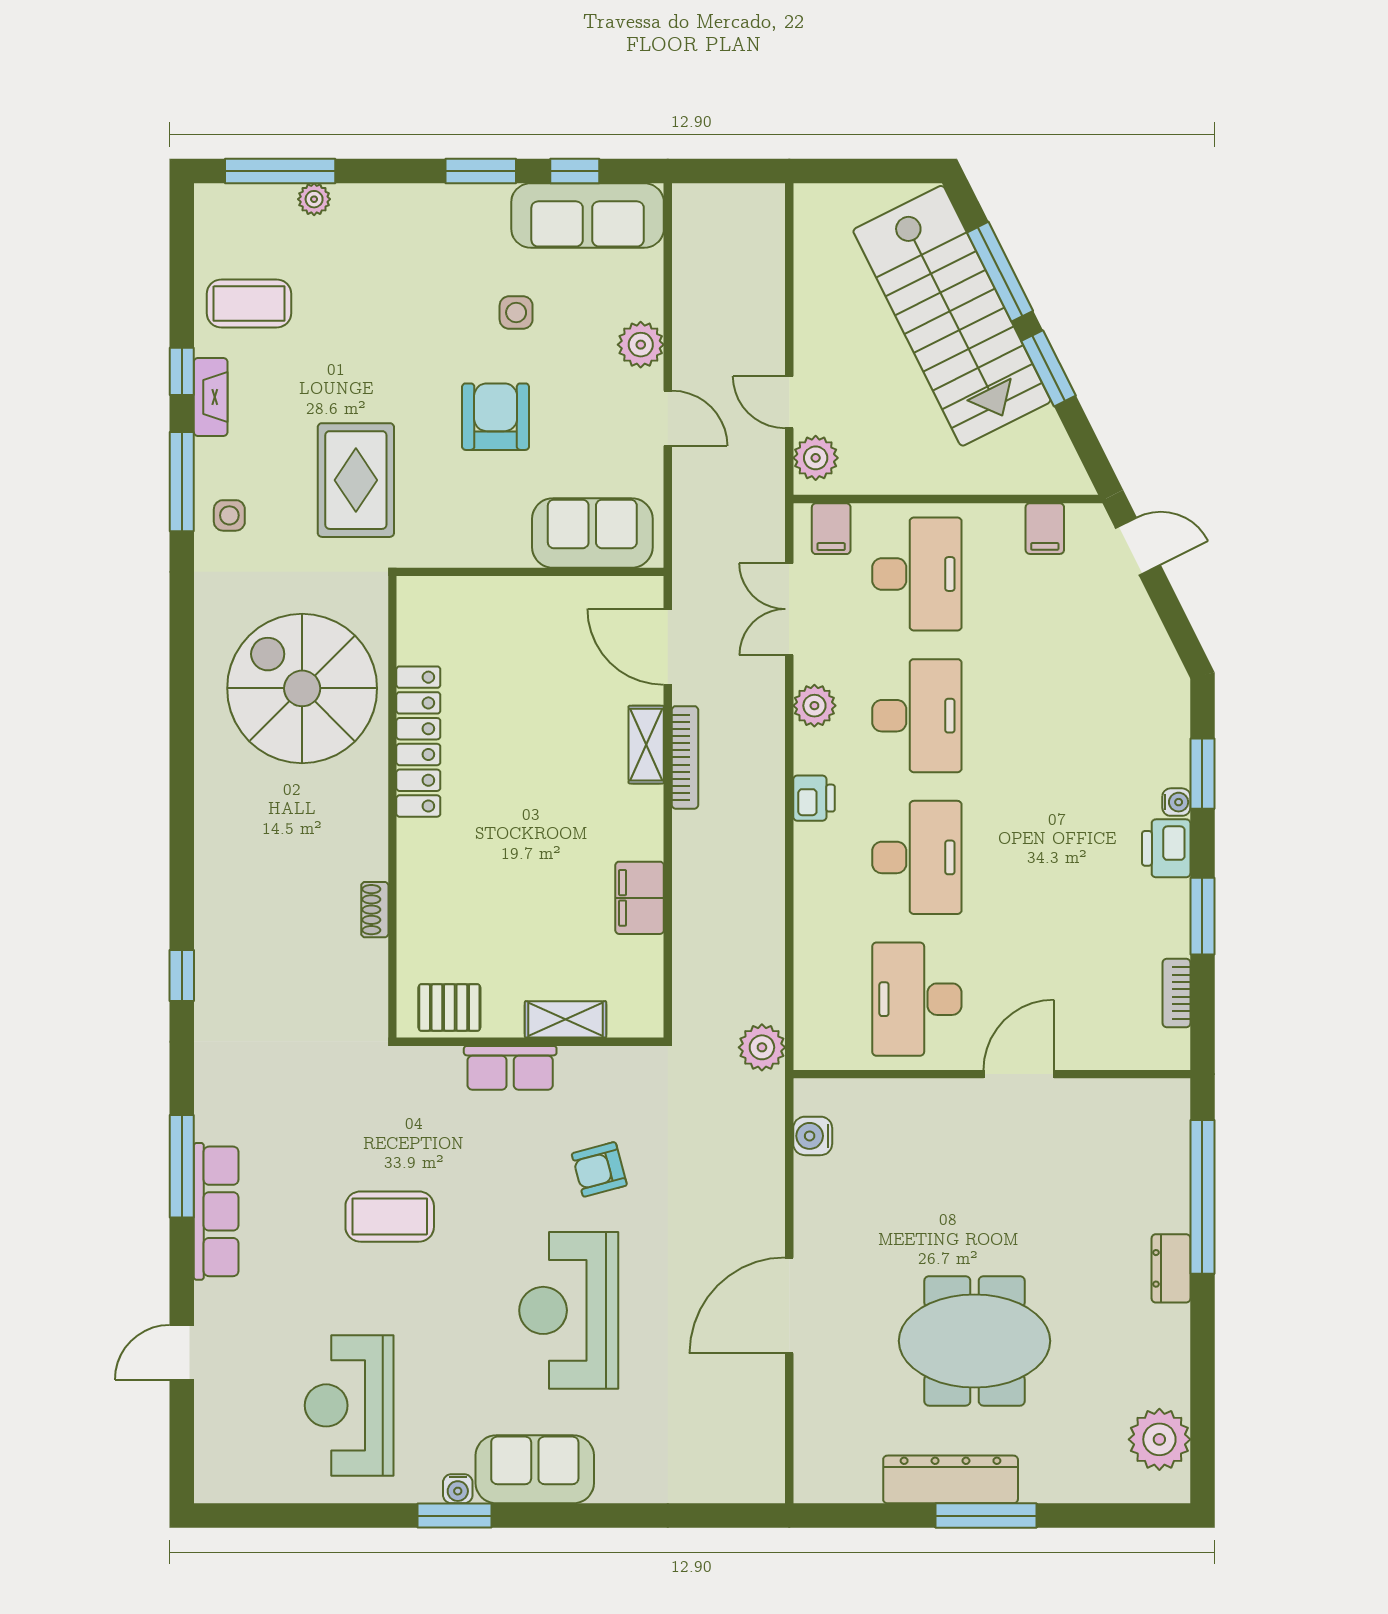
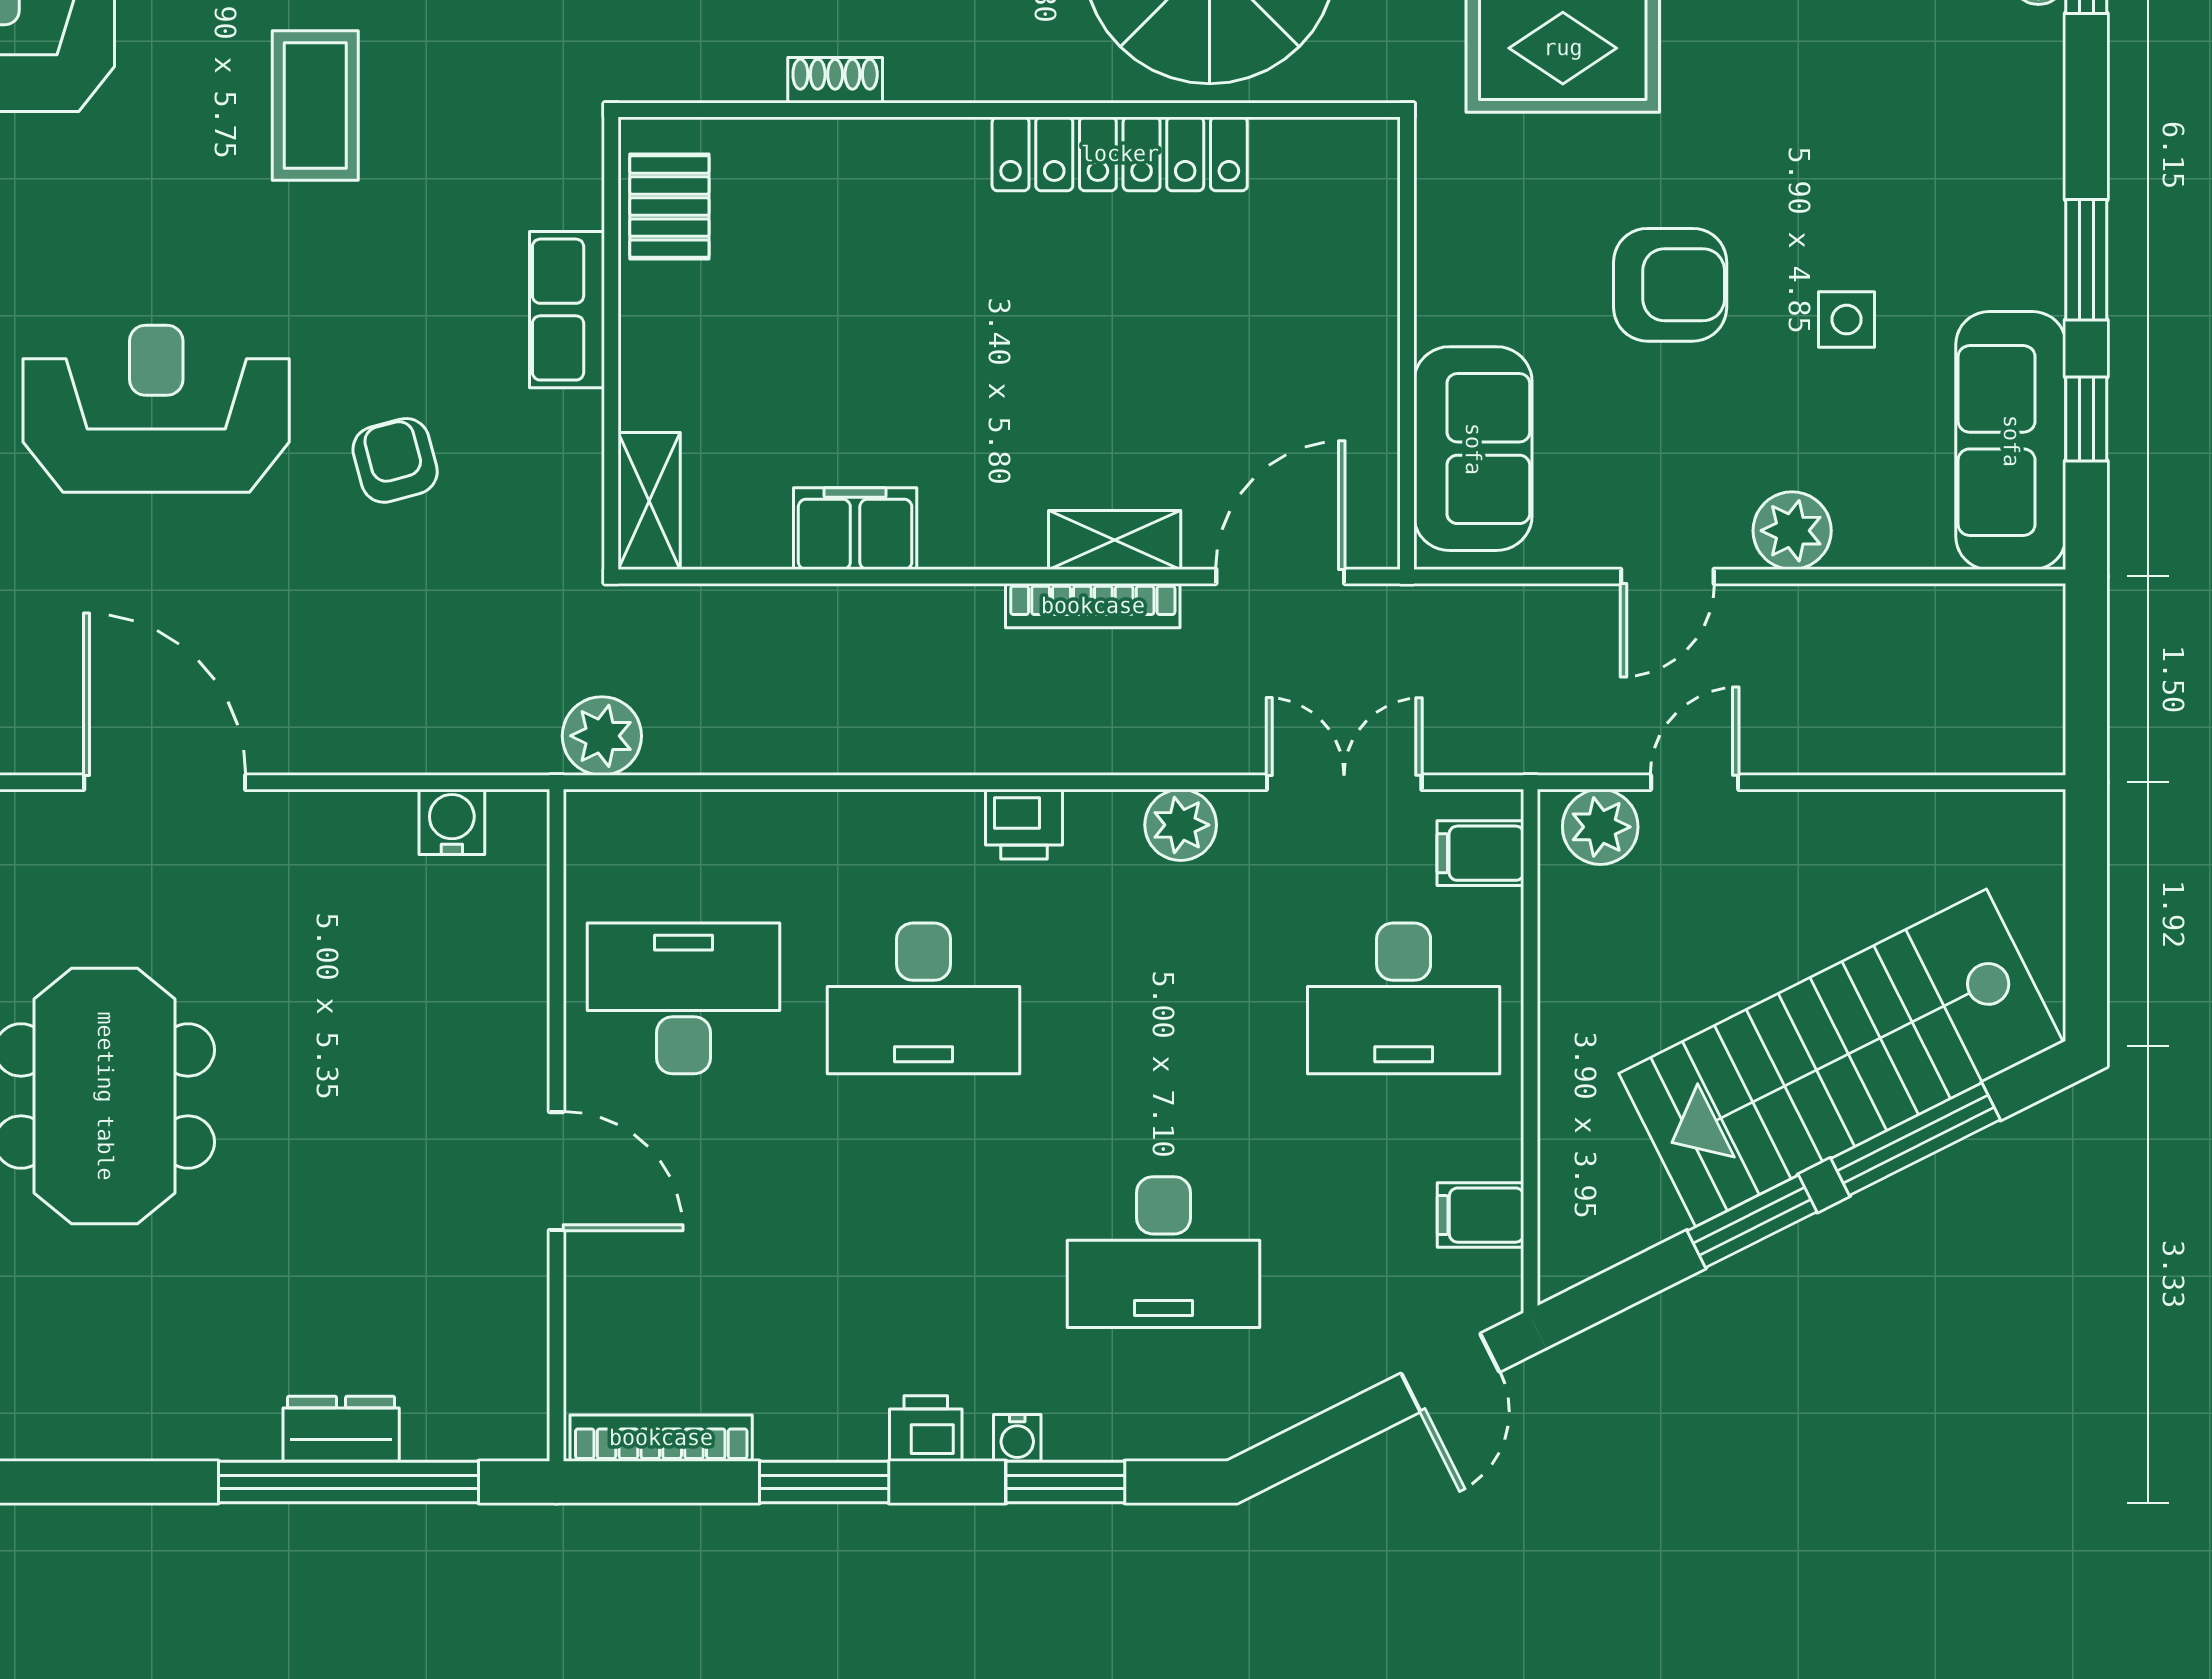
desk: (917, 716) -> (1164, 1252), moved
printer: (1166, 848) -> (926, 1429), width x0.73, depth x0.81
bookcase: (1177, 993) -> (661, 1438), width x1.56
shelving: (566, 1019) -> (649, 501), moved
dresser: (1171, 1268) -> (341, 1429), moved

